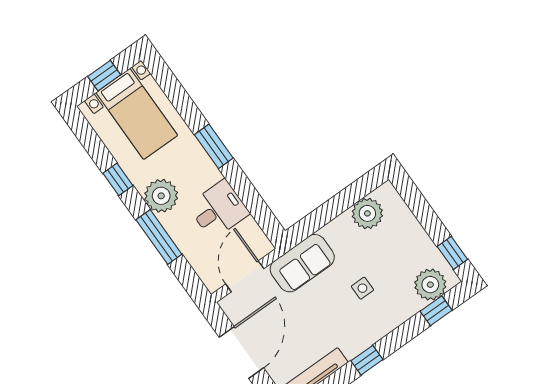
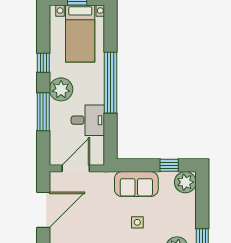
window: (214, 146) -> (110, 83), width x2.11
window: (352, 194) -> (169, 165), added
plant: (367, 213) -> (185, 182), moved
sofa: (302, 263) -> (136, 184), moved

